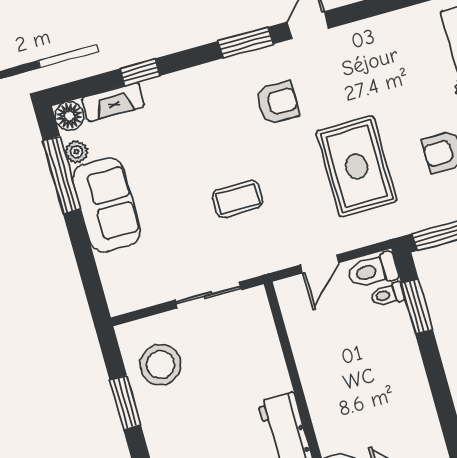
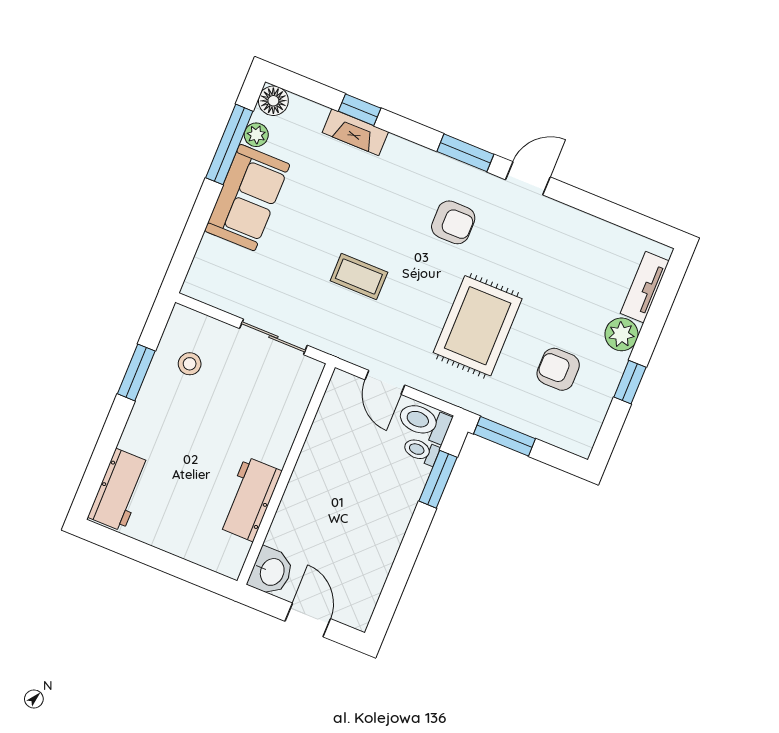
fireplace: (113, 102) -> (355, 132), moved
door: (320, 264) -> (385, 382), hinge flipped
stool: (161, 365) -> (190, 364), width x0.53, depth x0.53

